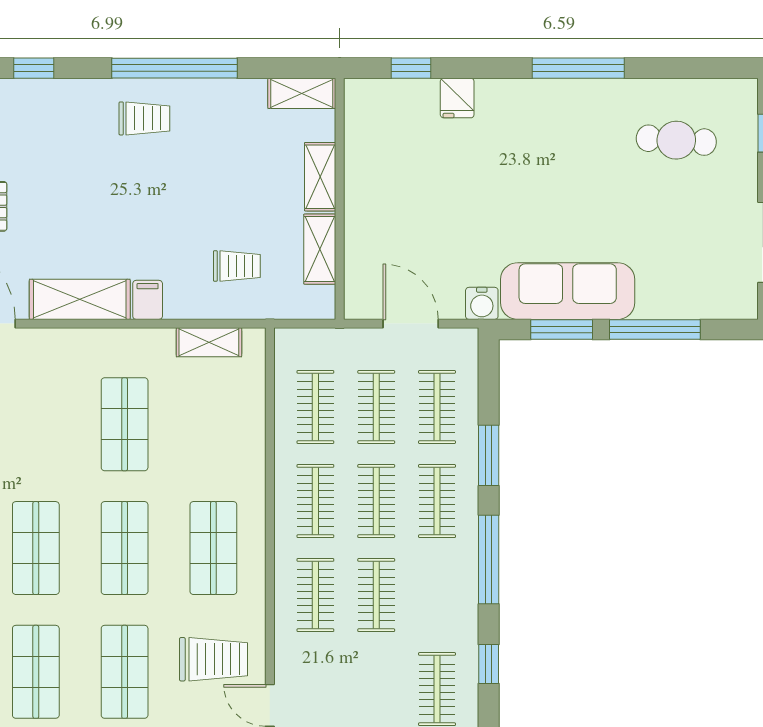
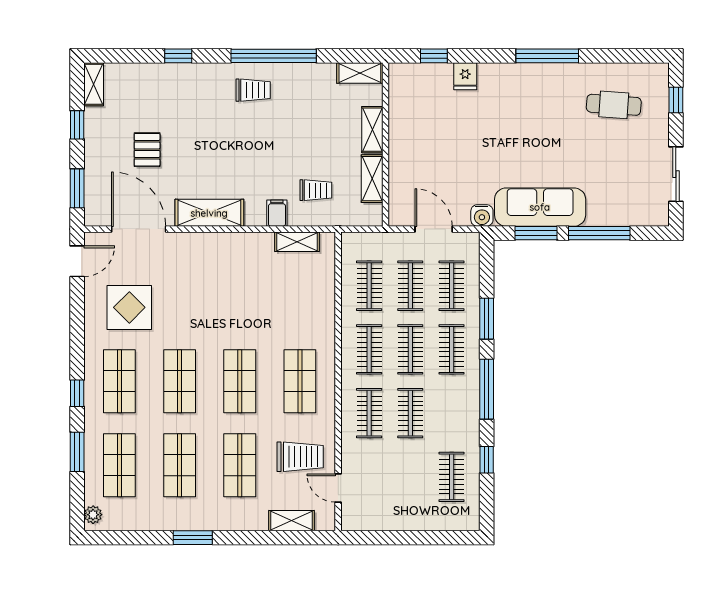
filing cabinet: (148, 300) -> (277, 213), moved
shop shelf: (125, 424) -> (240, 297), removed

